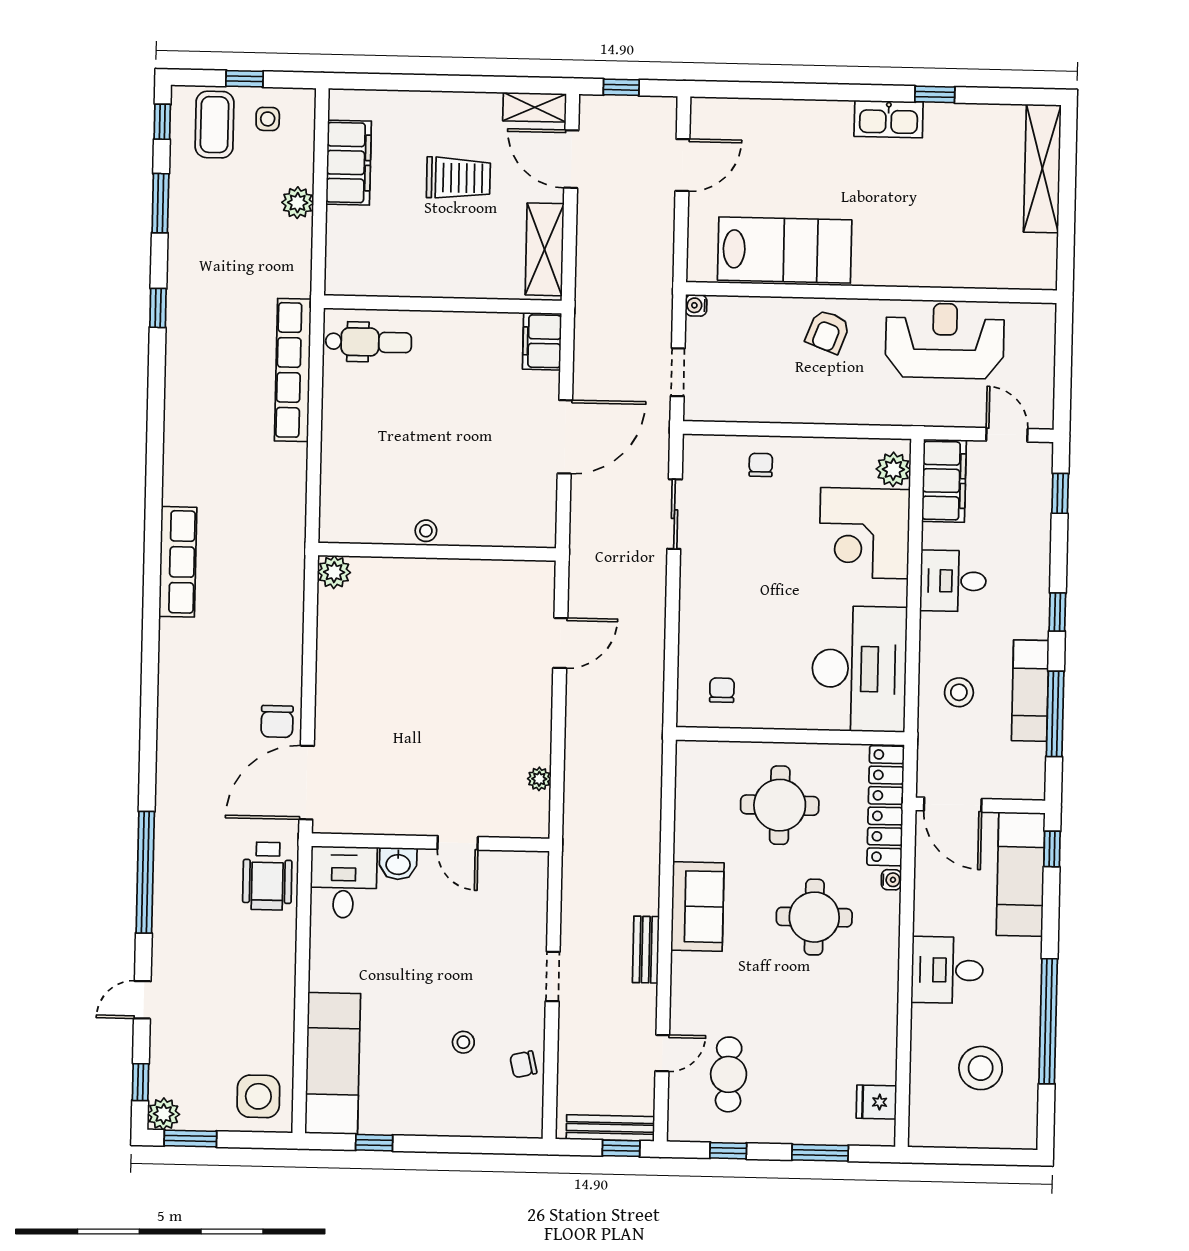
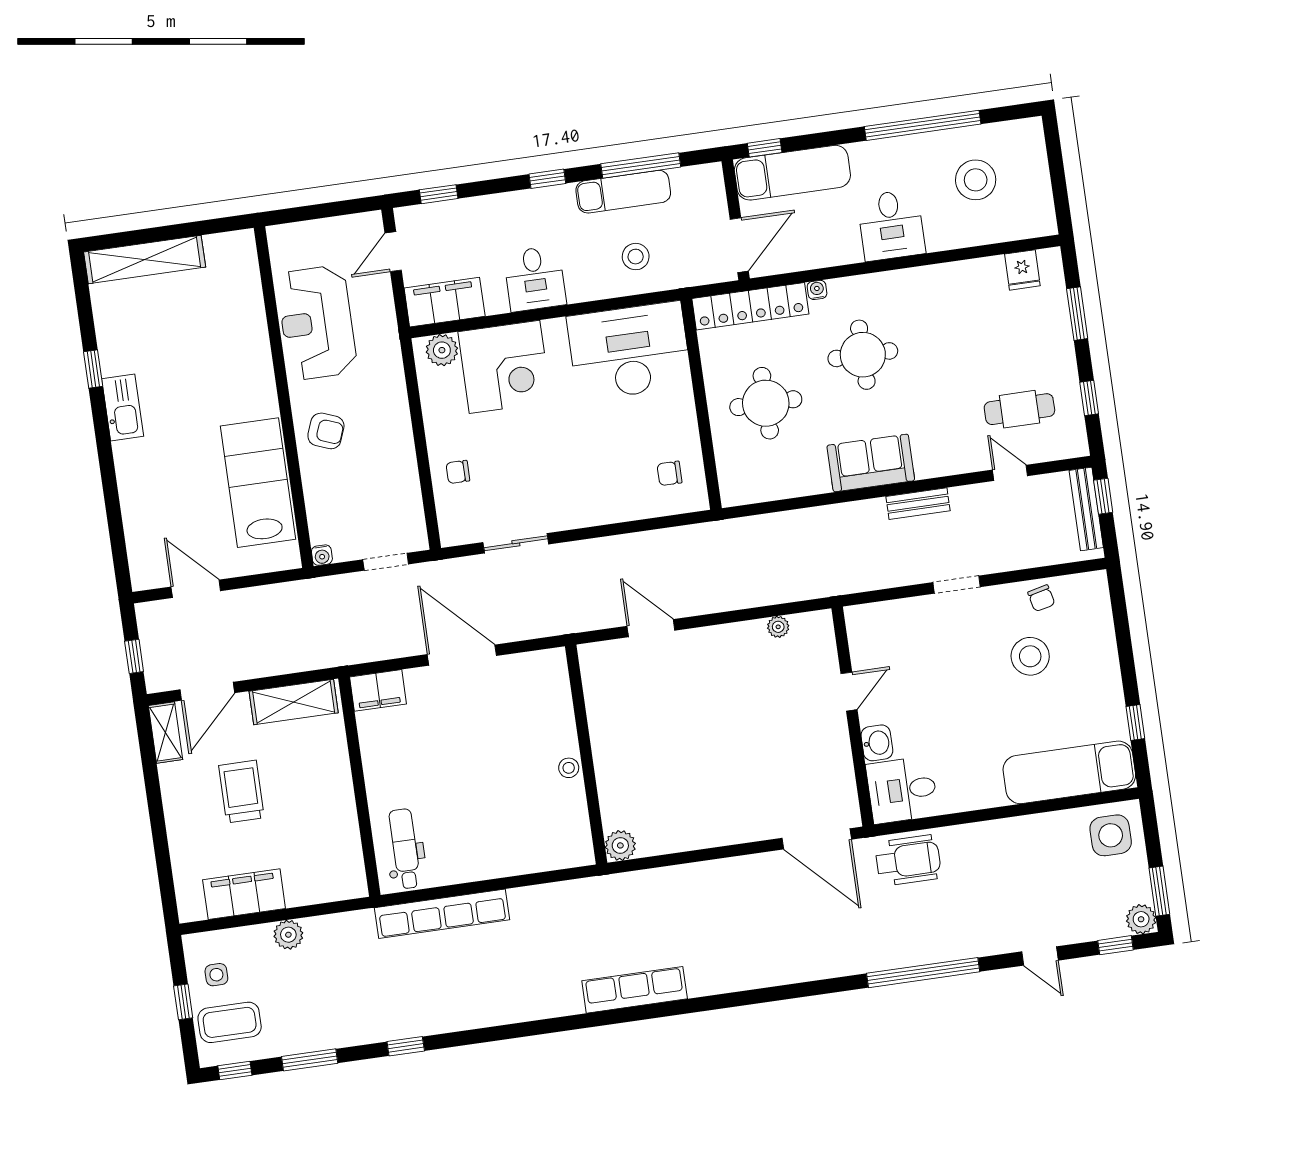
chair: (277, 721) -> (765, 875), removed
stool: (463, 1042) -> (1030, 656), width x1.89, depth x1.89

